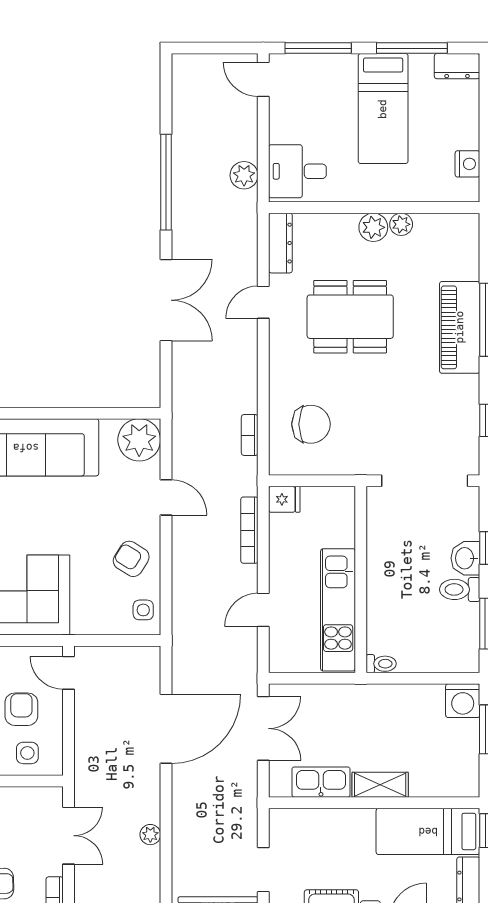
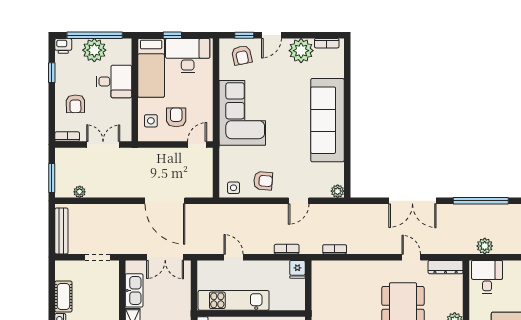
chair: (311, 424) -> (341, 285), removed
plant: (139, 440) -> (338, 191), width x0.53, depth x0.53
bookcase: (249, 530) -> (287, 249), width x0.64
armchair: (131, 559) -> (263, 181), turned 62
armchair: (21, 709) -> (176, 117), turned -90
plant: (150, 835) -> (80, 192), moved
double door: (69, 836) -> (103, 145), swing flipped
doorway: (263, 870) -> (98, 257), moved

